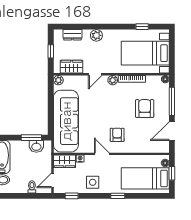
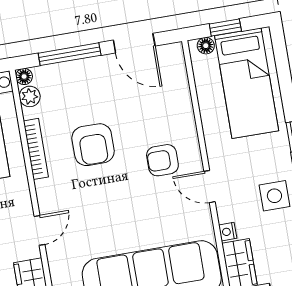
door: (95, 74) -> (40, 230), hinge flipped
plant: (113, 80) -> (30, 96), moved
armchair: (145, 108) -> (93, 145), moved, turned -90
door: (102, 154) -> (210, 187), hinge flipped

